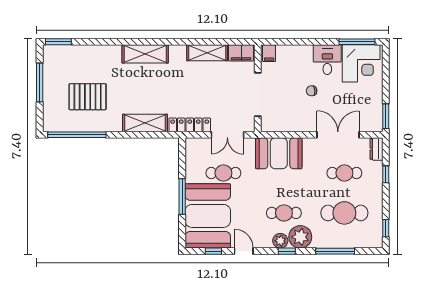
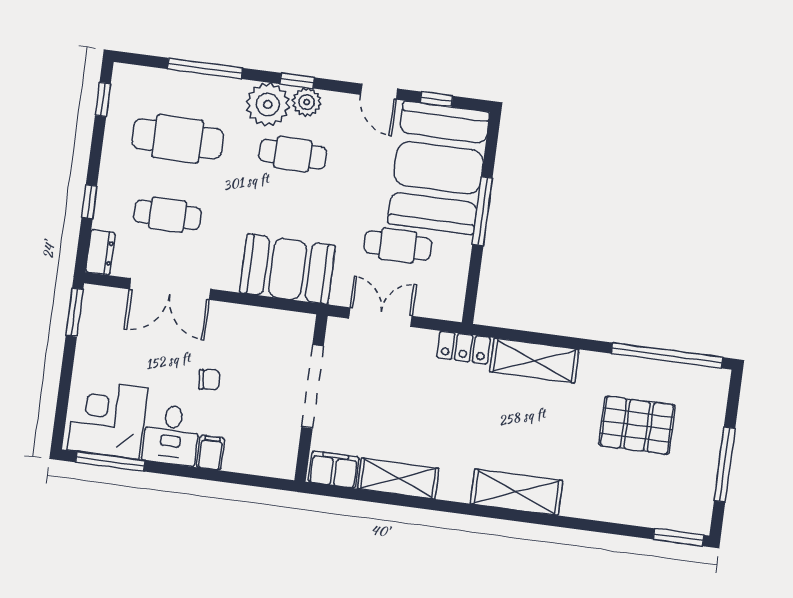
filing cabinet: (269, 53) -> (211, 453), moved
locker: (190, 125) -> (464, 348), width x0.66

